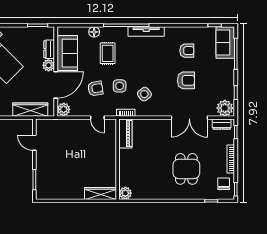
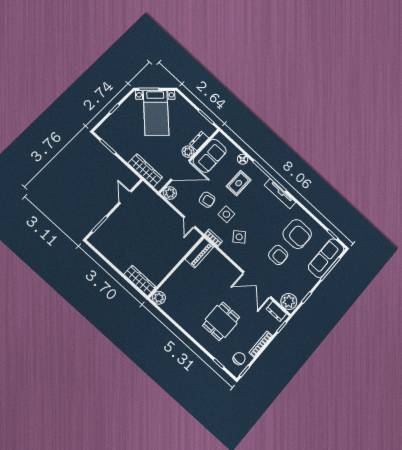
sofa: (225, 43) -> (326, 258), width x1.36
armchair: (187, 51) -> (297, 234), width x1.88, depth x1.88

